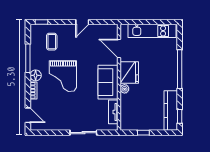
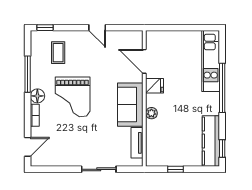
door: (82, 22) -> (97, 28), hinge flipped
kitchen unit: (152, 31) -> (211, 61), moved, turned 90
fridge: (129, 73) -> (154, 86), width x0.53, depth x0.75
door: (28, 115) -> (28, 147), hinge flipped

